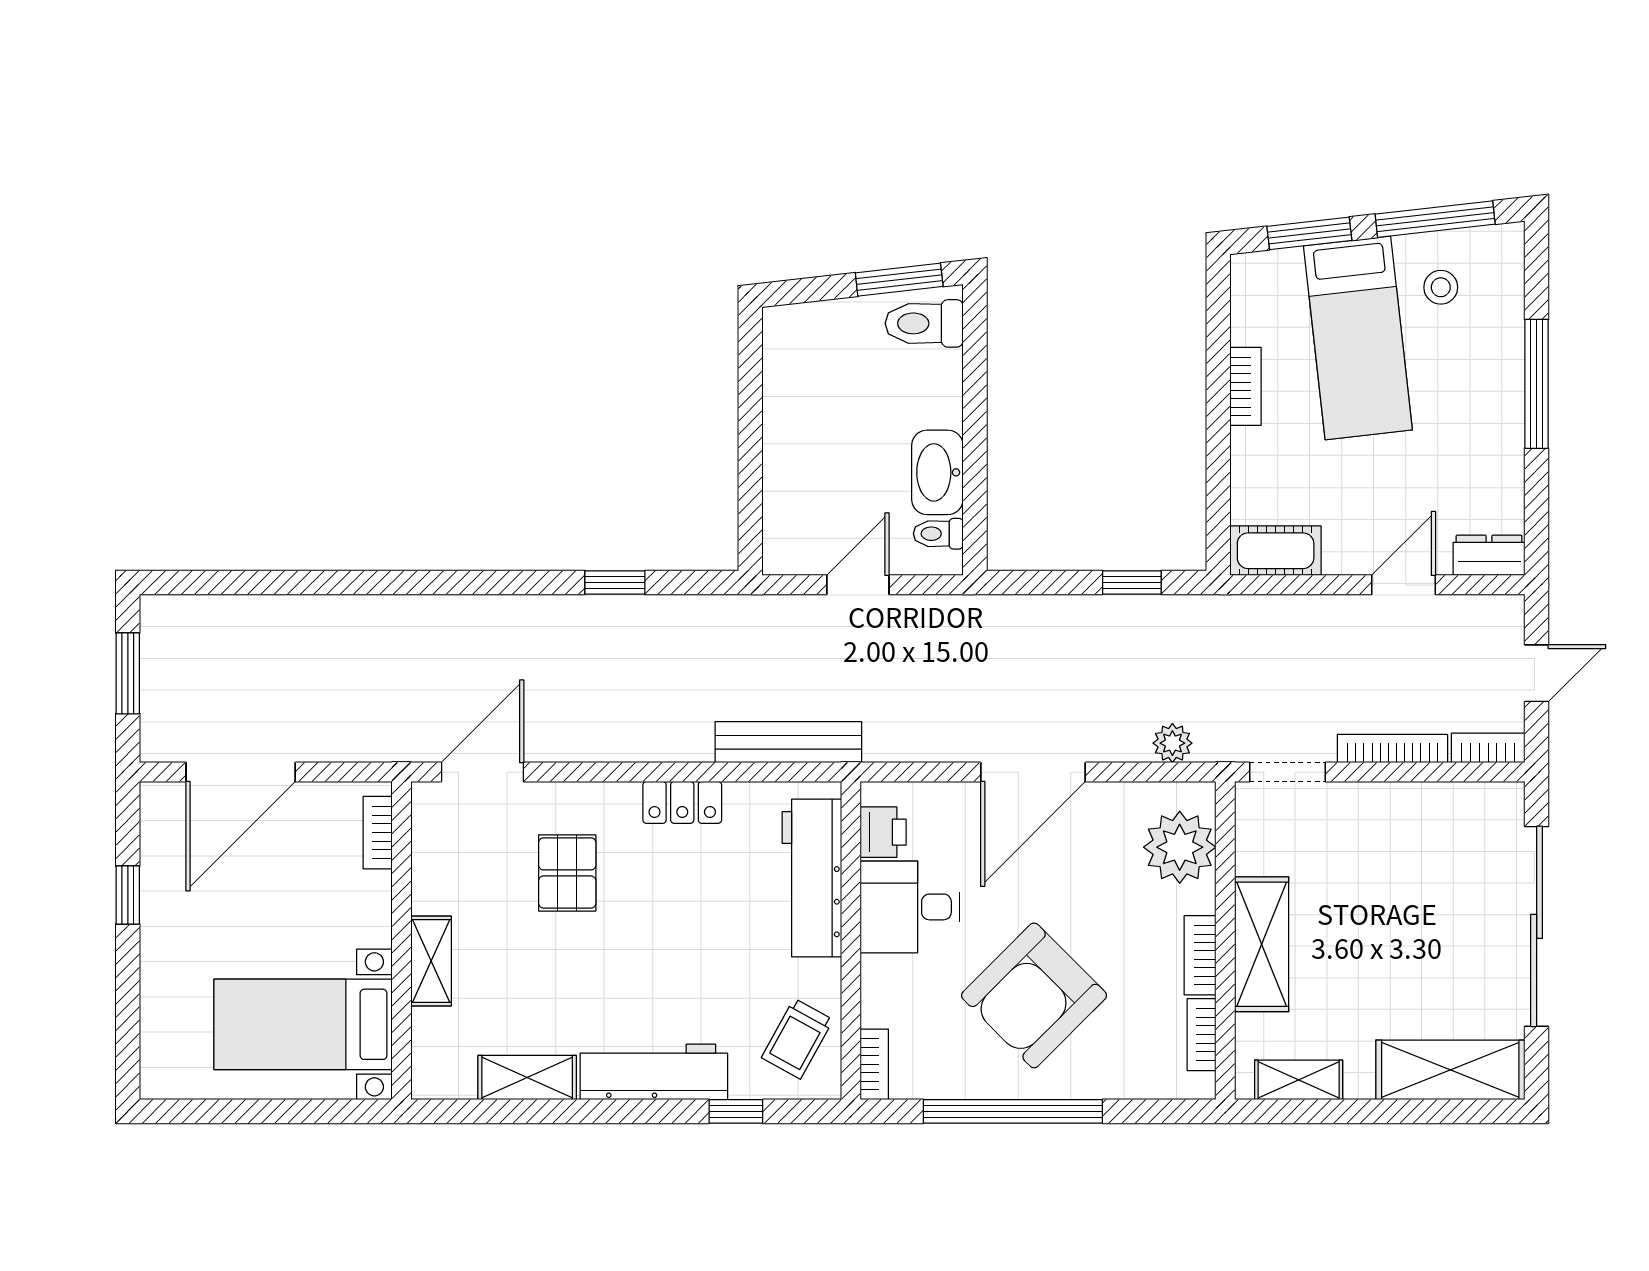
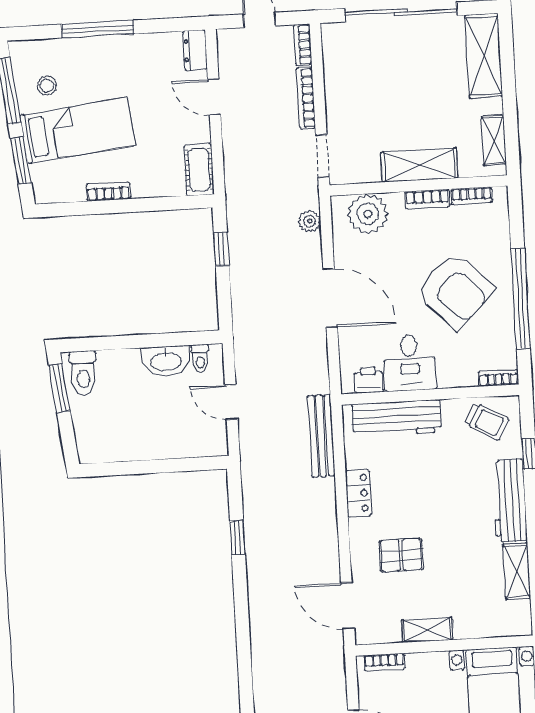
shelving: (431, 961) -> (427, 630), moved

